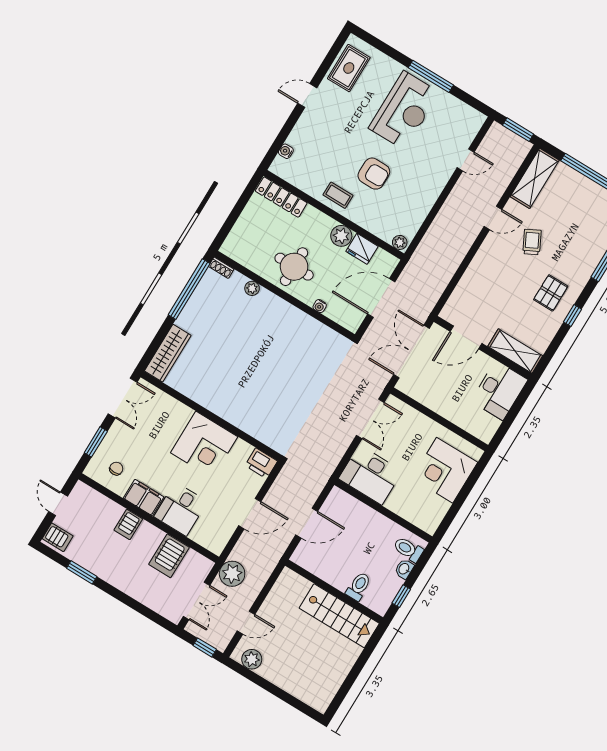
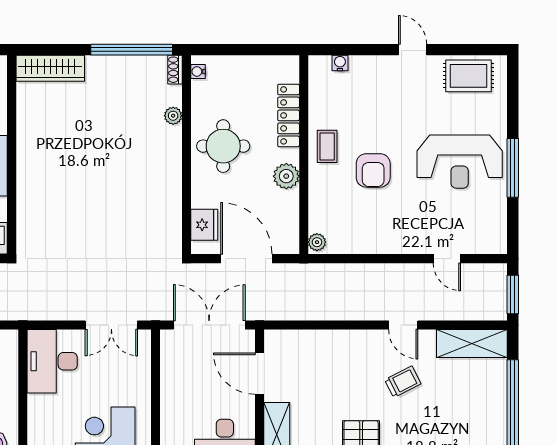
locker: (281, 197) -> (289, 115), moved
fridge: (362, 249) -> (204, 225), moved, turned 180
water cooler: (320, 306) -> (198, 72), moved

